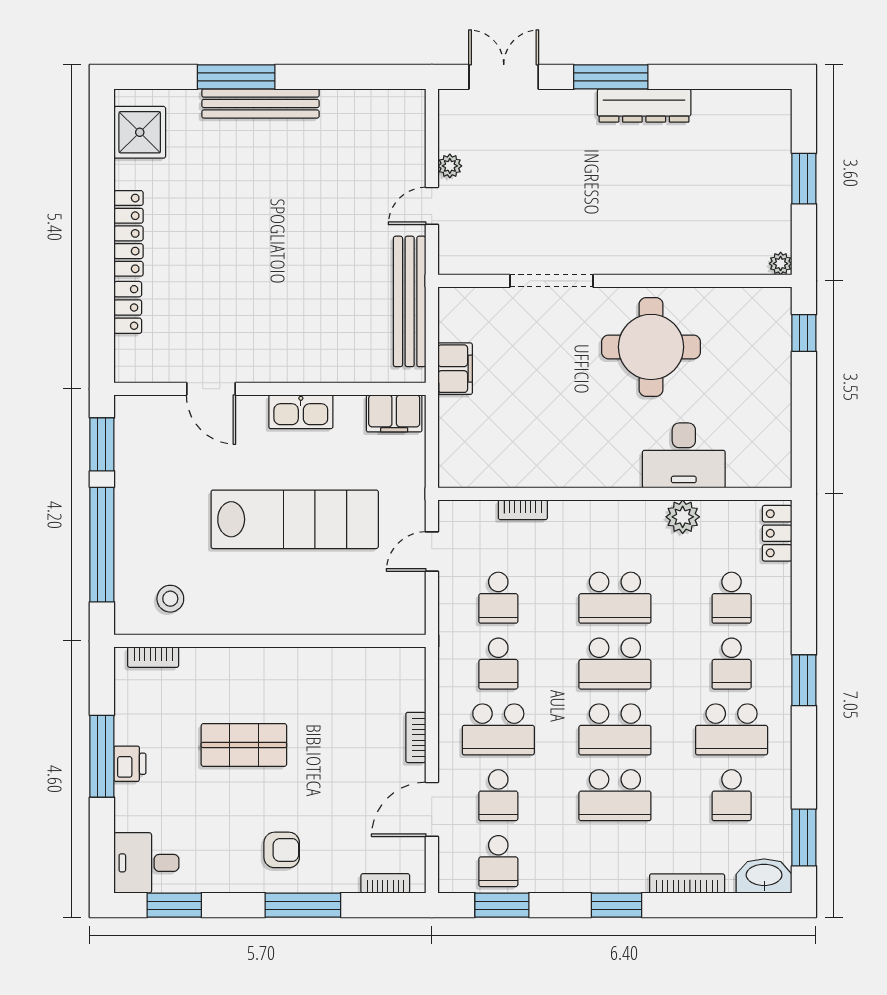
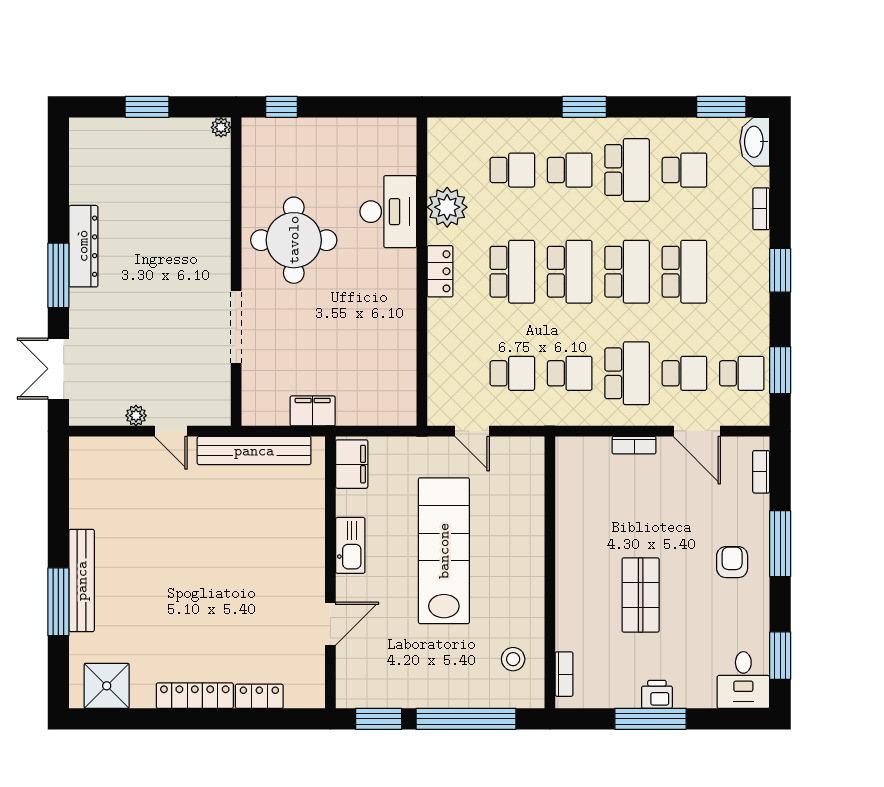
bookcase: (523, 510) -> (436, 352), removed
plant: (683, 517) -> (447, 207), width x1.36, depth x1.36
locker: (777, 533) -> (440, 271), moved, turned -90
bookcase: (687, 883) -> (761, 209), width x0.64

